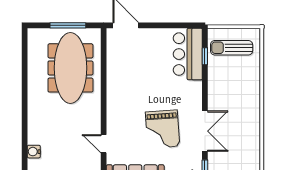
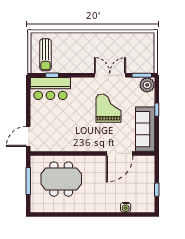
meeting table: (70, 68) -> (61, 179), width x0.73
grand piano: (163, 129) -> (108, 108), turned -86
door: (104, 144) -> (120, 153), width x1.88

